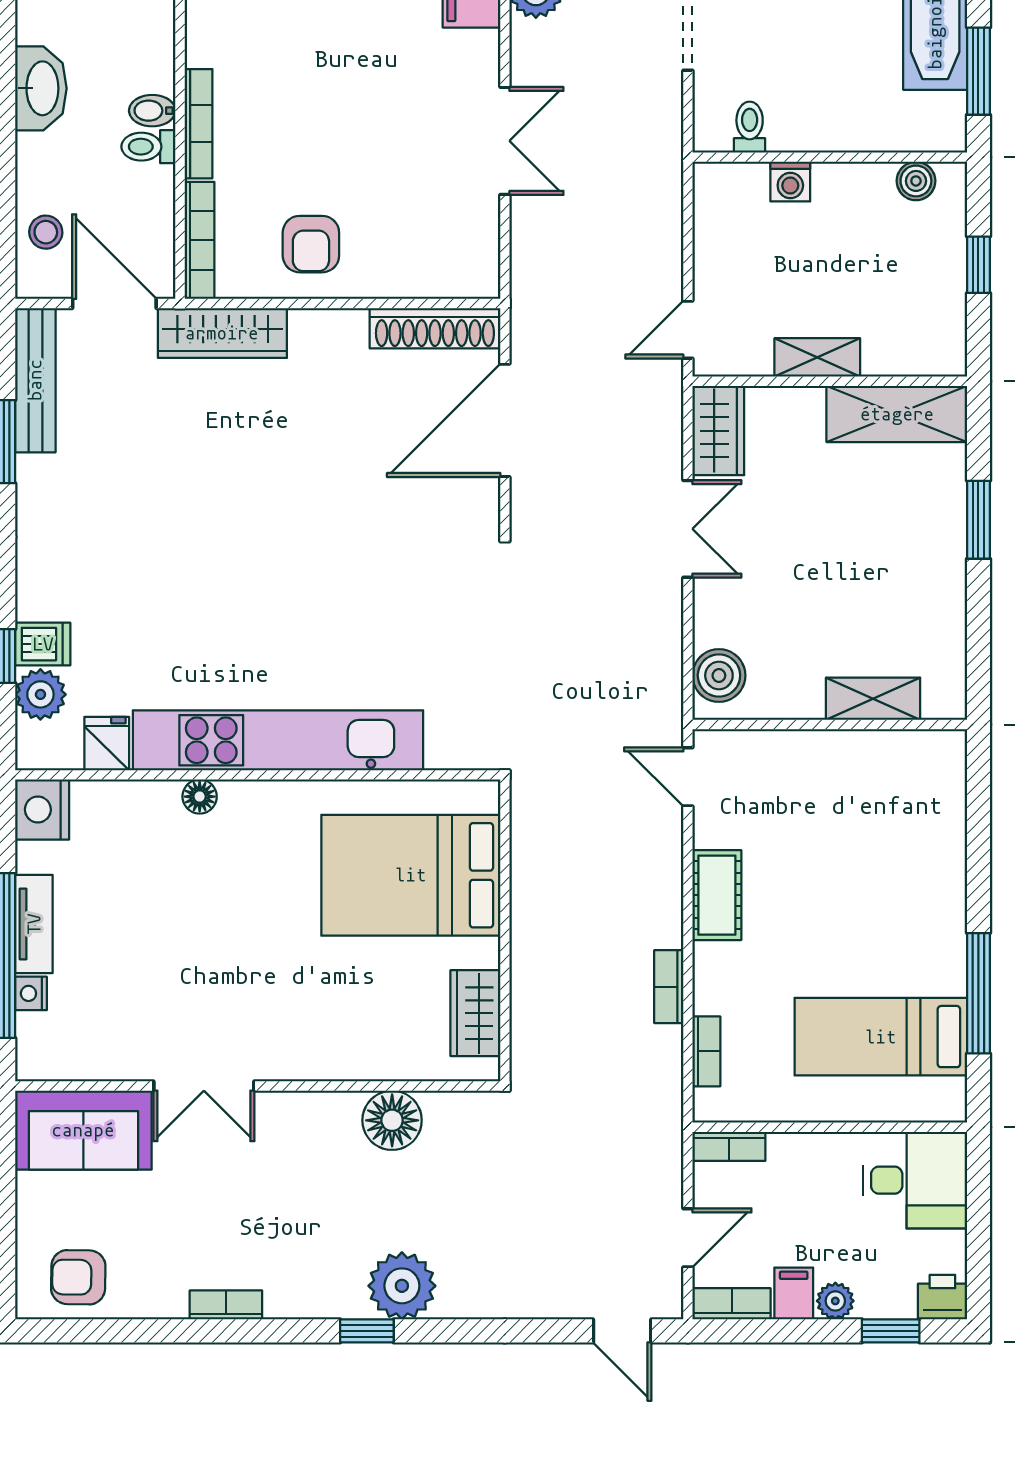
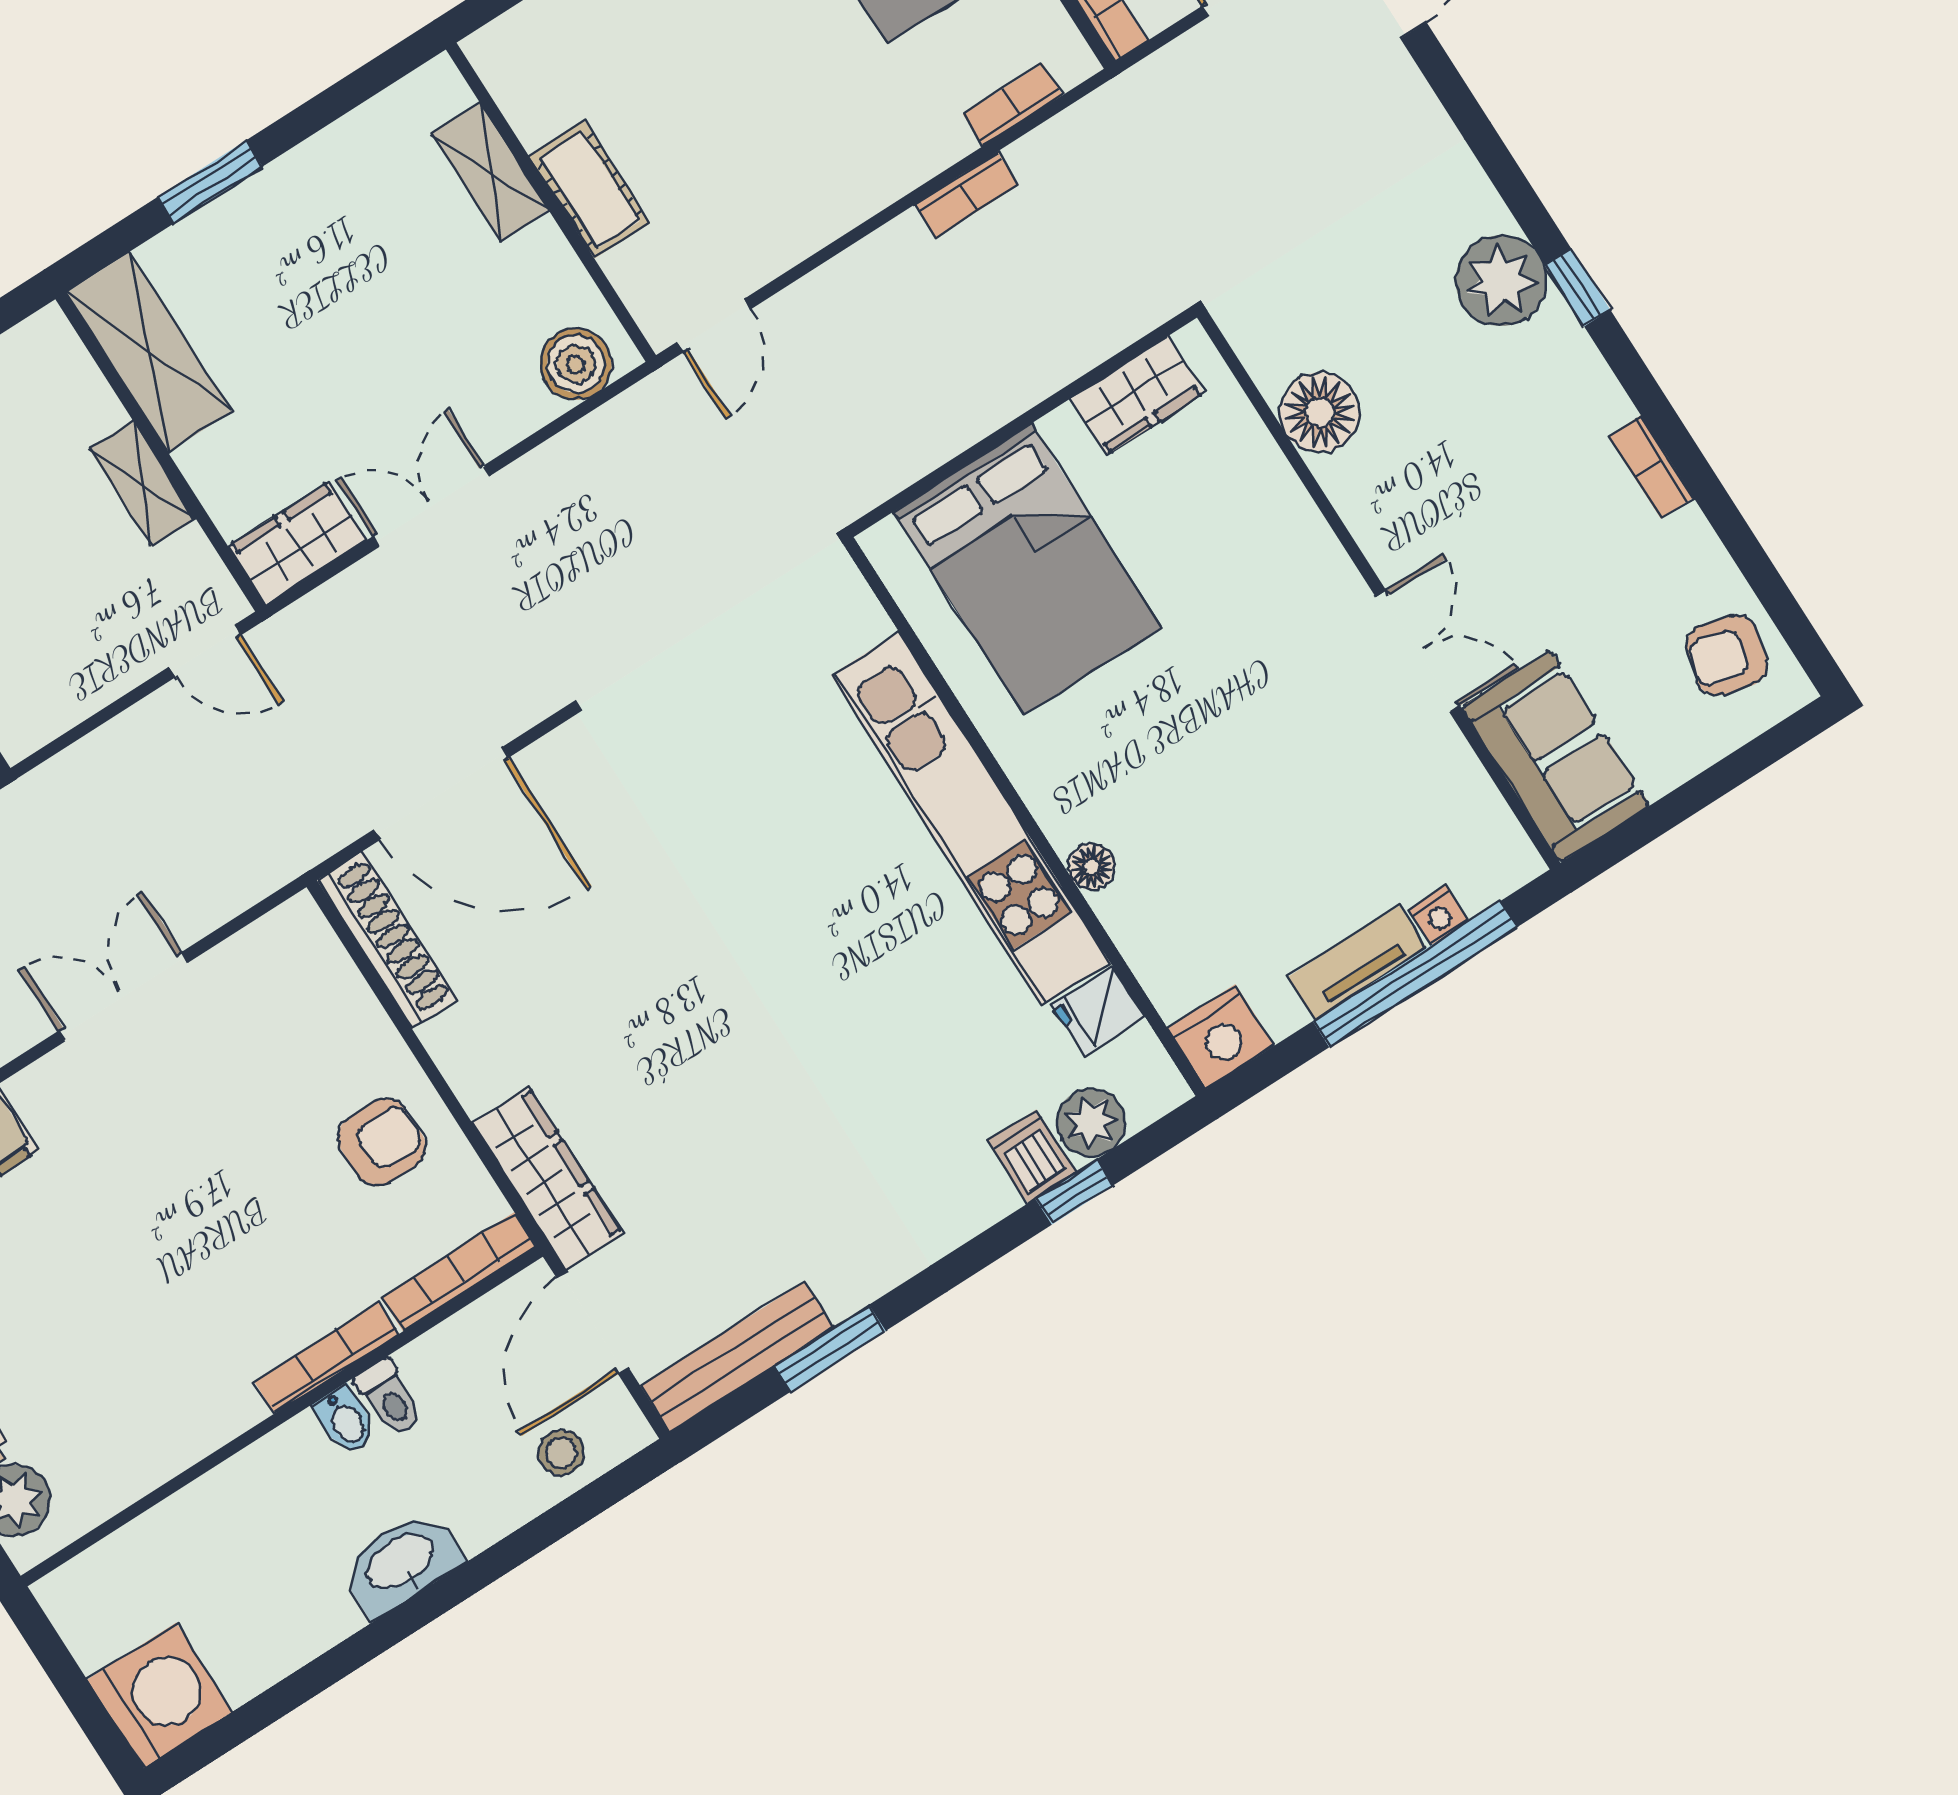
cot: (717, 895) -> (590, 190), moved, turned 90
armchair: (78, 1277) -> (1727, 655), turned 104

